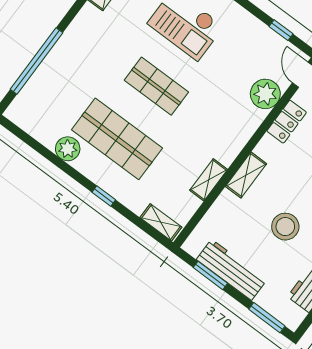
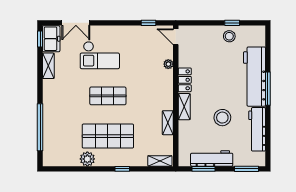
plant: (265, 94) -> (168, 64), width x0.53, depth x0.53
locker: (287, 122) -> (185, 80), moved

